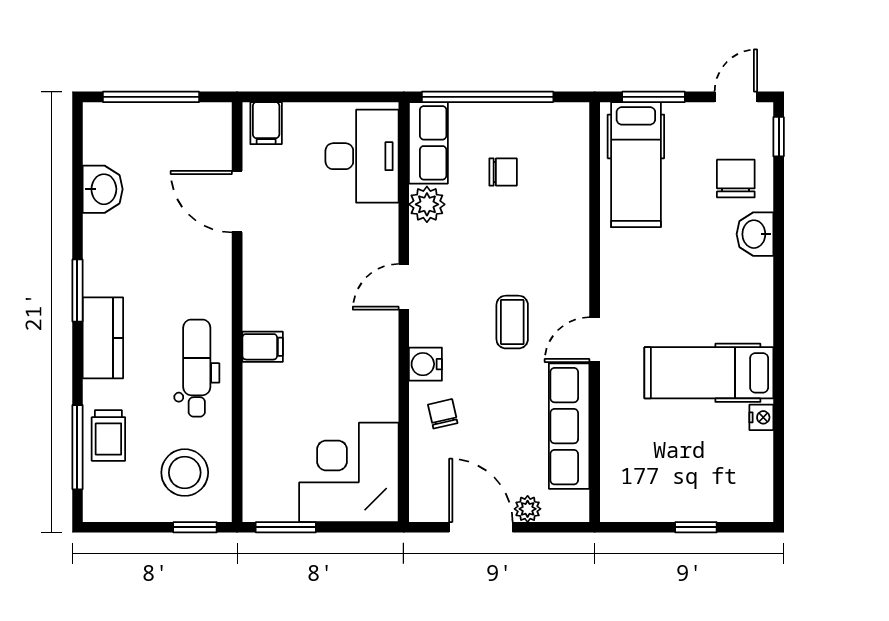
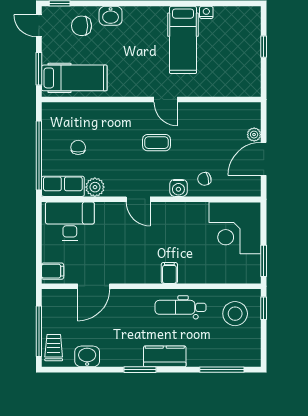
row of seats: (569, 426) -> (211, 113), removed
trolley: (108, 435) -> (54, 348), moved, turned -90

